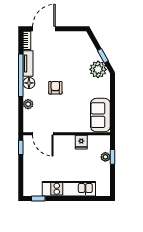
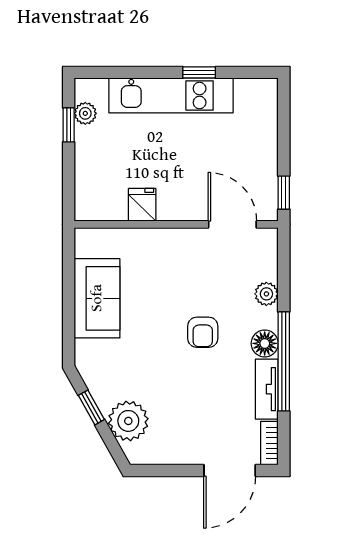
plant: (98, 69) -> (128, 421), moved
sofa: (100, 115) -> (97, 298), moved
plant: (105, 157) -> (85, 113), moved
window: (113, 157) -> (69, 125), moved
window: (38, 199) -> (199, 72), moved

